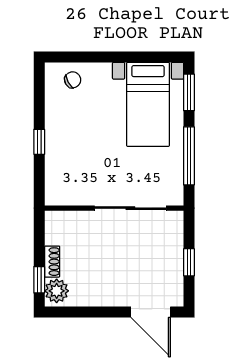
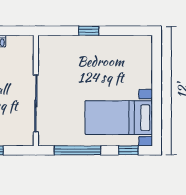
chair: (73, 80) -> (138, 57), removed
window: (189, 92) -> (128, 150), width x0.67

